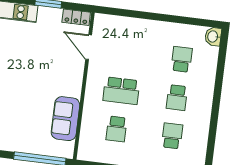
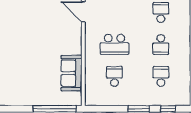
school desk: (117, 129) -> (114, 76), turned 180

